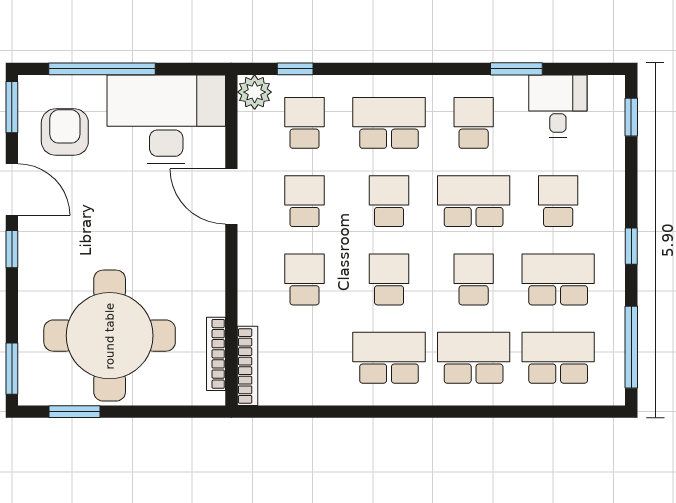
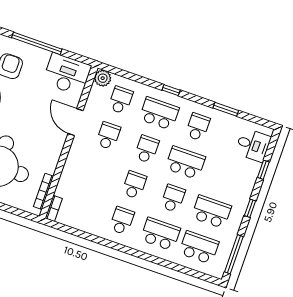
window: (295, 69) -> (171, 90), moved
desk: (558, 106) -> (253, 145), moved, turned 90
window: (631, 117) -> (263, 170), moved
desk: (166, 119) -> (67, 74), width x0.73, depth x0.77
school desk: (558, 201) -> (224, 176), removed
school desk: (304, 279) -> (96, 172), removed
school desk: (389, 358) -> (122, 221), width x0.54
bookcase: (248, 366) -> (54, 208), width x0.64

